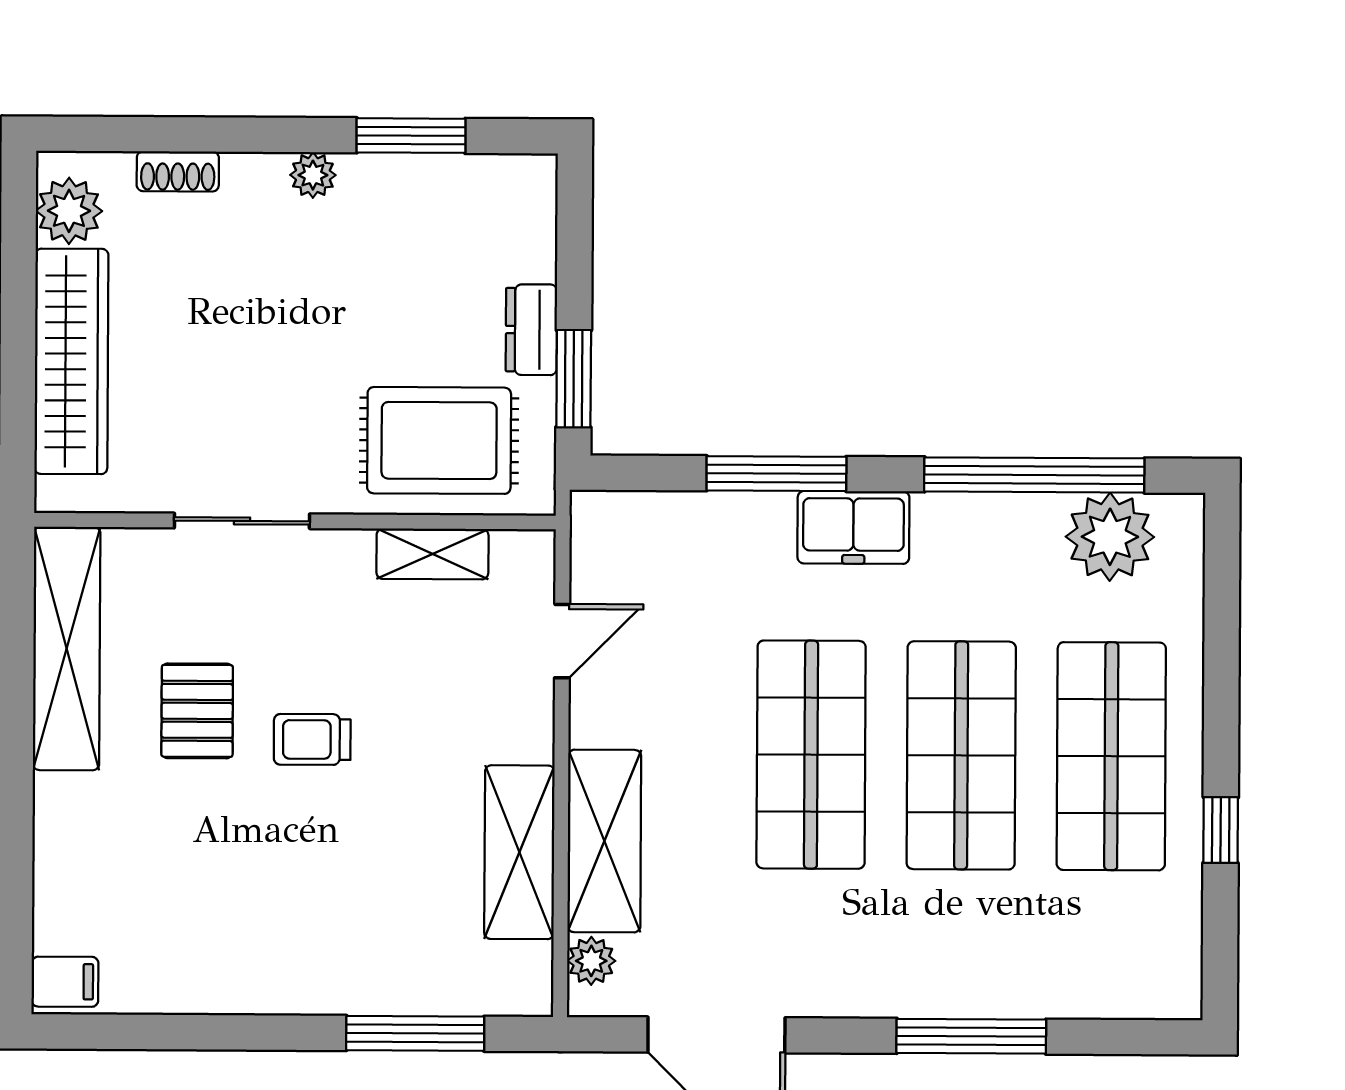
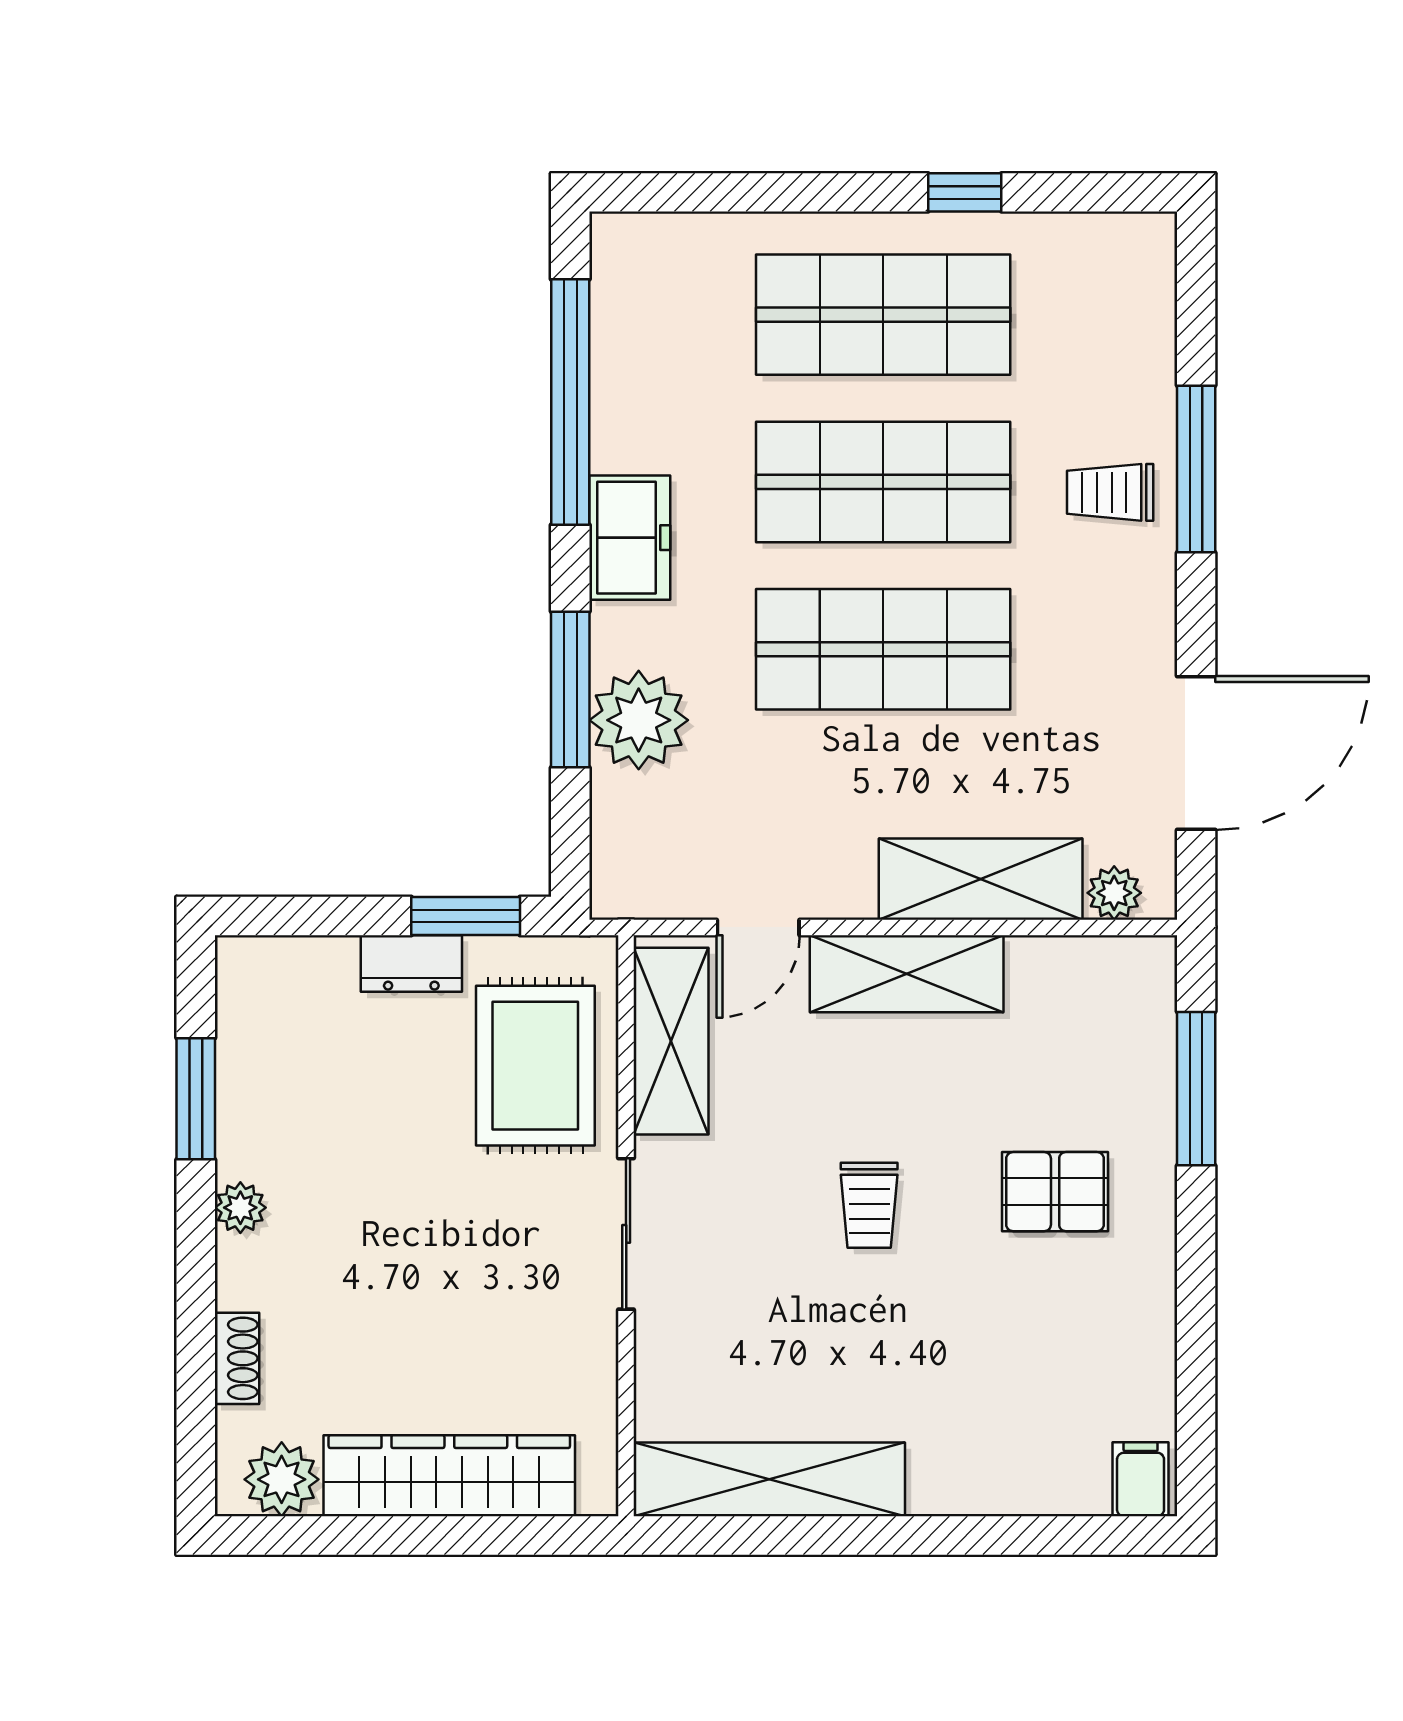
sliding door: (242, 521) -> (626, 1234), moved
freezer: (853, 527) -> (630, 538), moved
plant: (1110, 537) -> (639, 720), moved
shelving: (432, 554) -> (671, 1041), width x1.50, depth x1.33
door: (562, 641) -> (758, 927), swing flipped
pallet: (197, 711) -> (1055, 1192), moved
shelving: (519, 852) -> (907, 974), moved
trolley: (951, 959) -> (1110, 492), added

